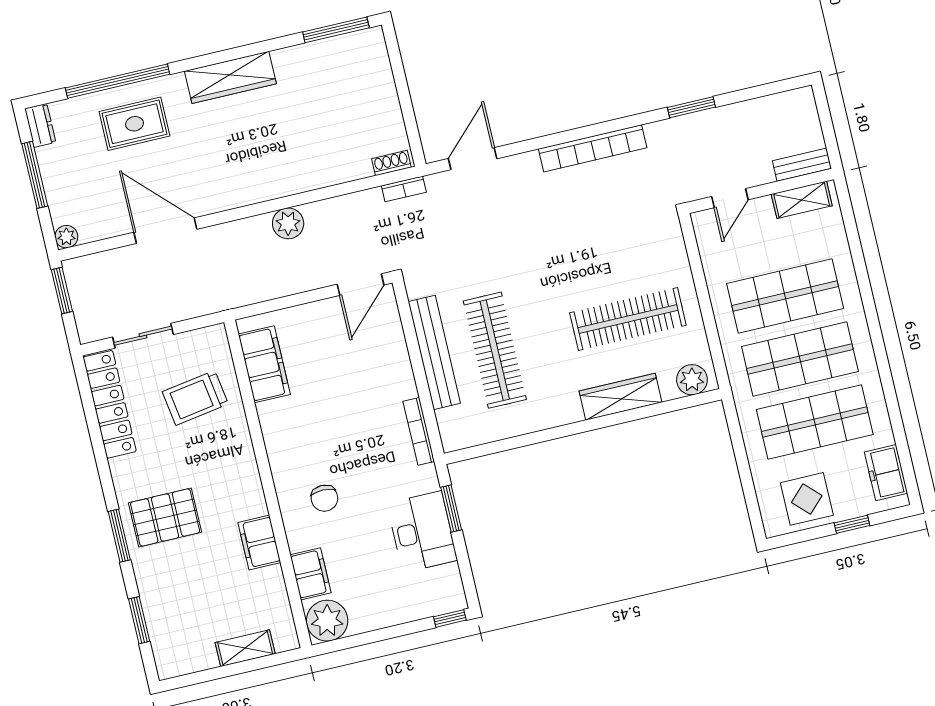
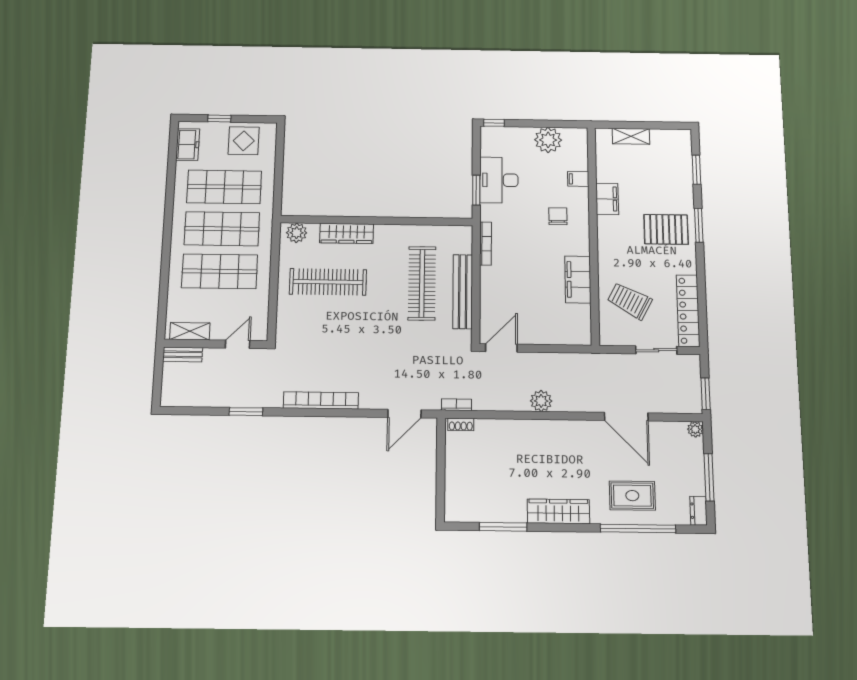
window: (336, 30) -> (503, 527), moved
filing cabinet: (264, 364) -> (578, 279), moved
trolley: (195, 398) -> (630, 301), turned -143
filing cabinet: (311, 574) -> (578, 179), width x0.50
plant: (327, 621) -> (548, 140), moved

